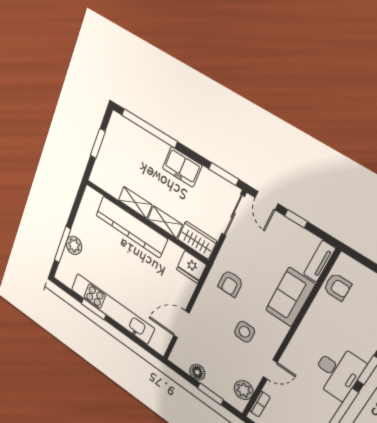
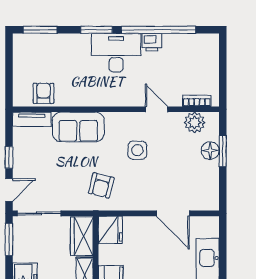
armchair: (231, 284) -> (101, 185), turned 104
floor lamp: (197, 372) -> (210, 151), moved
printer: (329, 406) -> (152, 42), added

